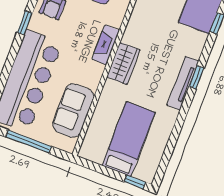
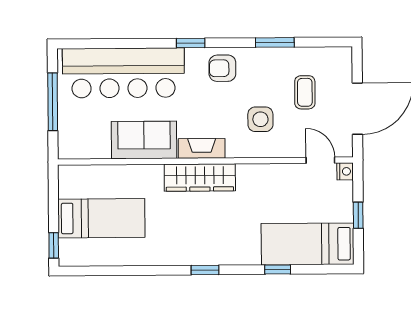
wardrobe: (123, 63) -> (200, 178), width x1.50
tv unit: (183, 83) -> (192, 257), removed
sofa: (73, 111) -> (144, 140), moved

